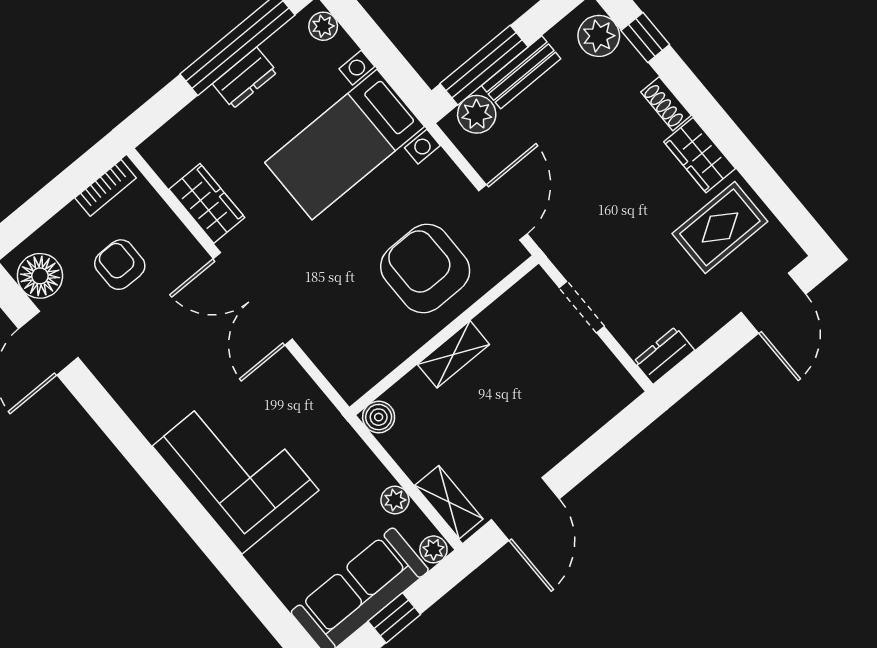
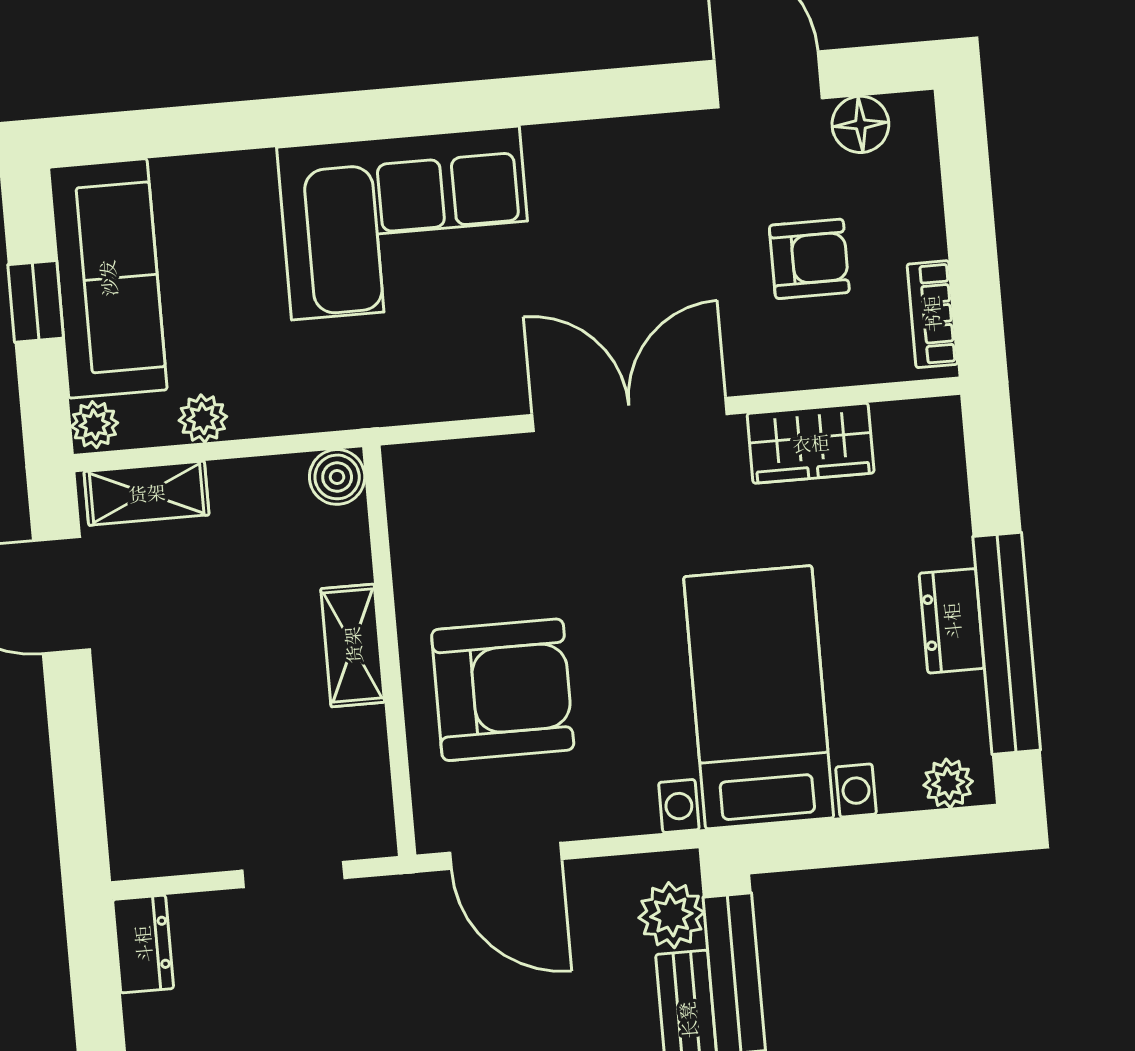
floor lamp: (40, 276) -> (860, 124), width x0.73, depth x0.73

